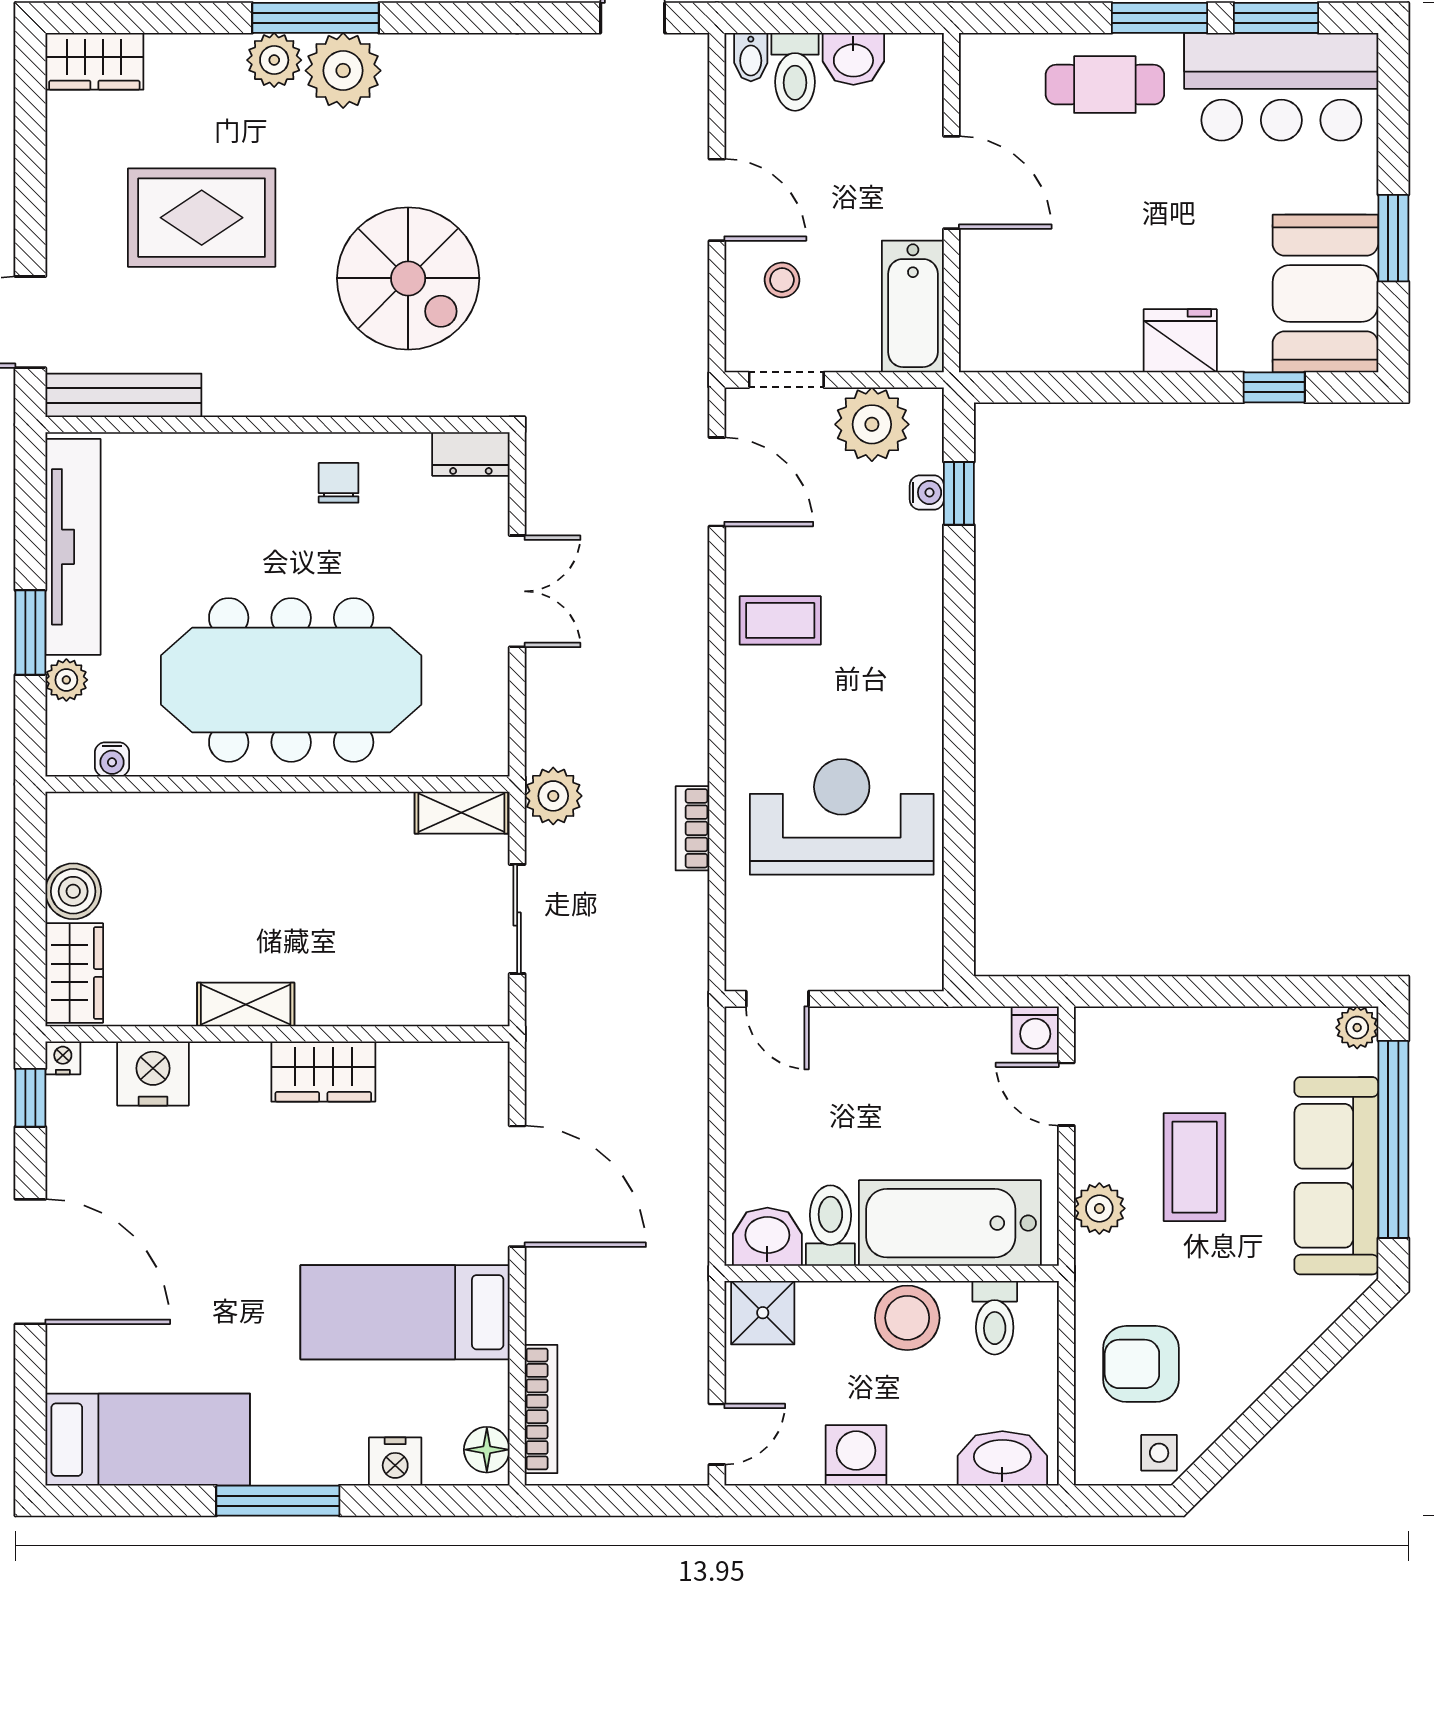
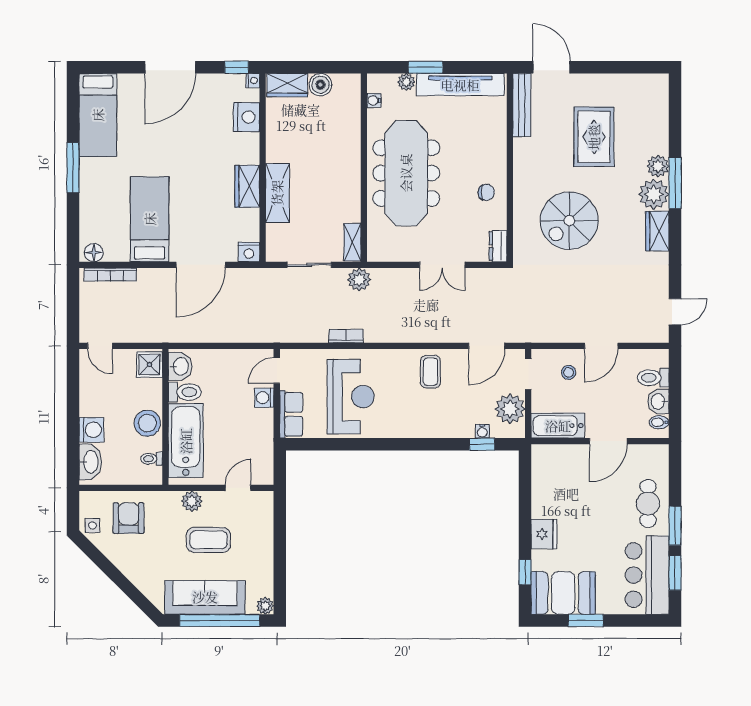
bidet: (751, 57) -> (659, 422), moved
wardrobe: (94, 61) -> (657, 231), moved
row of seats: (885, 963) -> (291, 414), added
shelving: (246, 1004) -> (277, 193), moved, width x1.50, depth x1.33
washing machine: (1035, 1030) -> (264, 398), moved
toilet: (995, 1318) -> (151, 459), width x0.73, depth x0.72
washing machine: (856, 1455) -> (91, 430), moved
nightstand: (395, 1462) -> (249, 252), moved, turned -90

